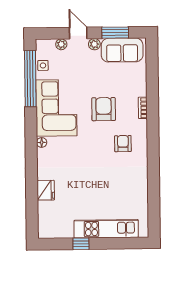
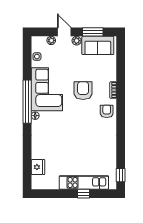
window: (30, 79) -> (27, 102), moved
armchair: (123, 144) -> (107, 111), moved
fridge: (46, 190) -> (38, 167), moved
window: (154, 219) -> (121, 175), added
window: (81, 244) -> (83, 194), moved

